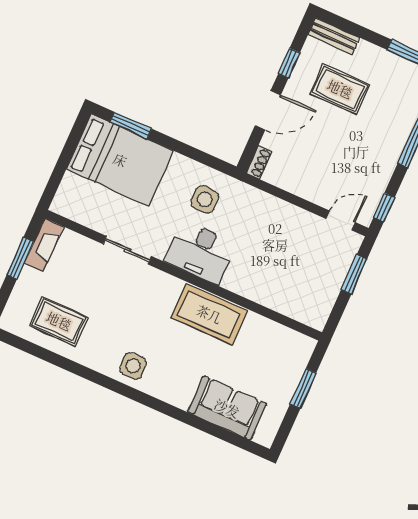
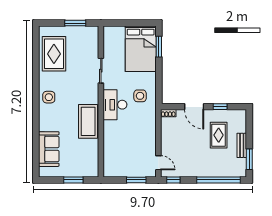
bench: (334, 36) -> (242, 145), moved
fireplace: (44, 245) -> (86, 31), removed
rug: (59, 321) -> (54, 54), width x1.36, depth x1.43

